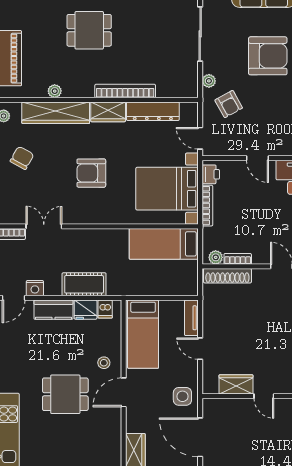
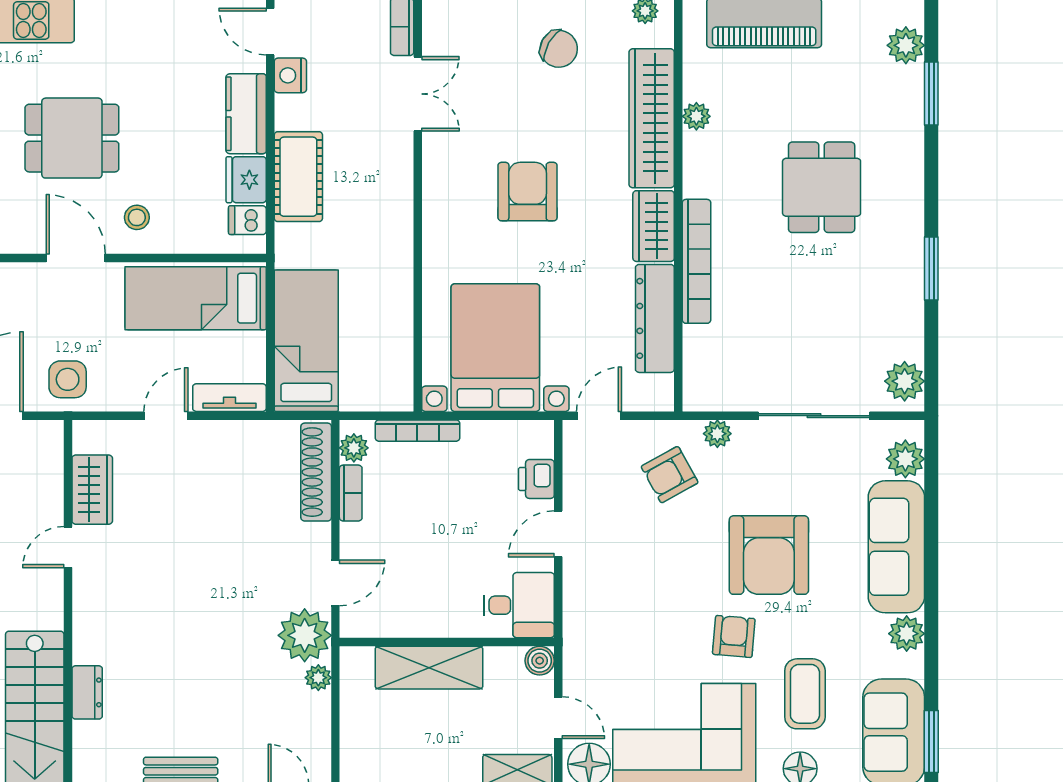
printer: (211, 174) -> (536, 479), moved, turned 90
bookcase: (207, 206) -> (417, 431), moved
bed: (164, 244) -> (306, 341), moved
dining table: (65, 394) -> (72, 138), turned 90

